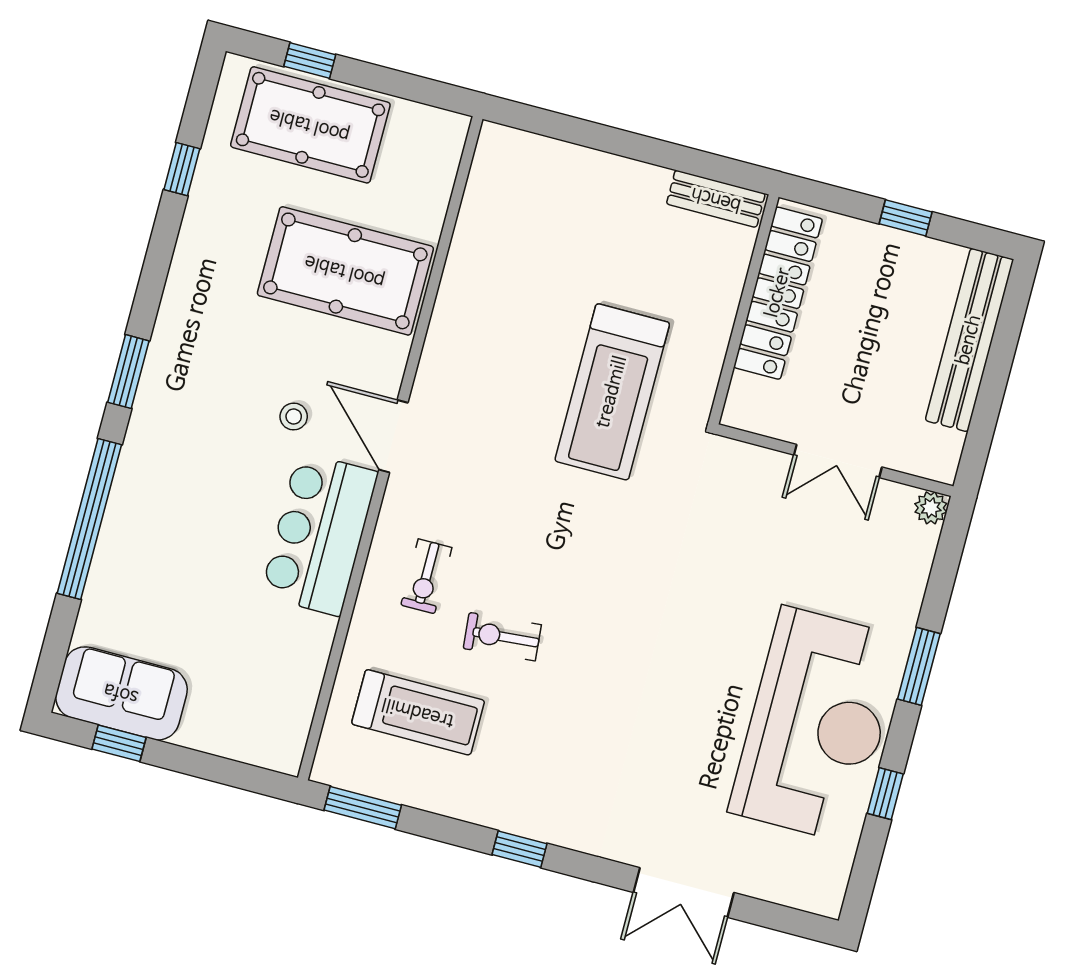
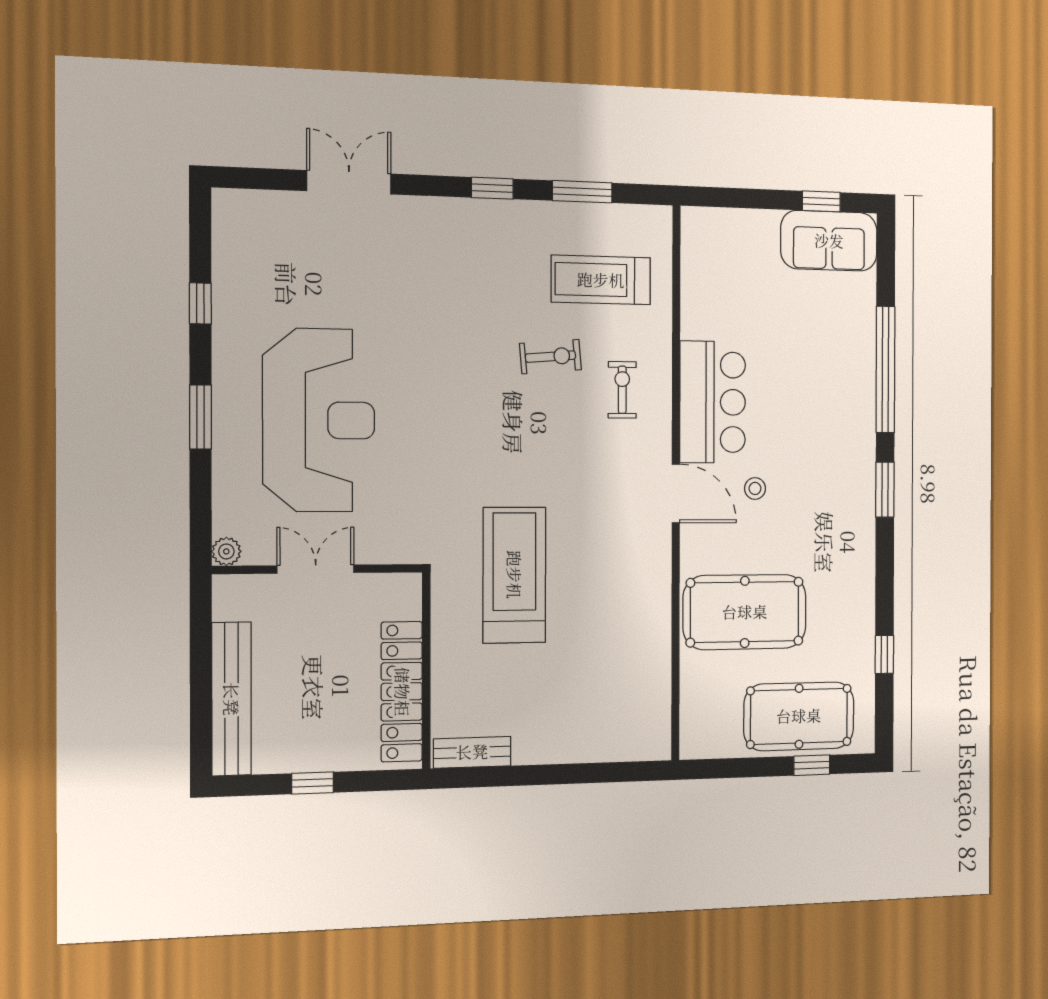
reception desk: (817, 725) -> (319, 420), moved, turned 180
window: (363, 808) -> (582, 192), moved

